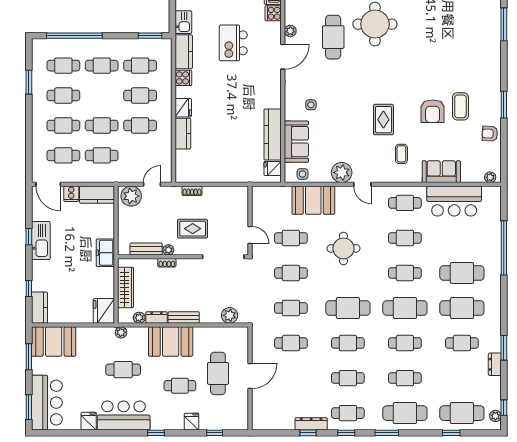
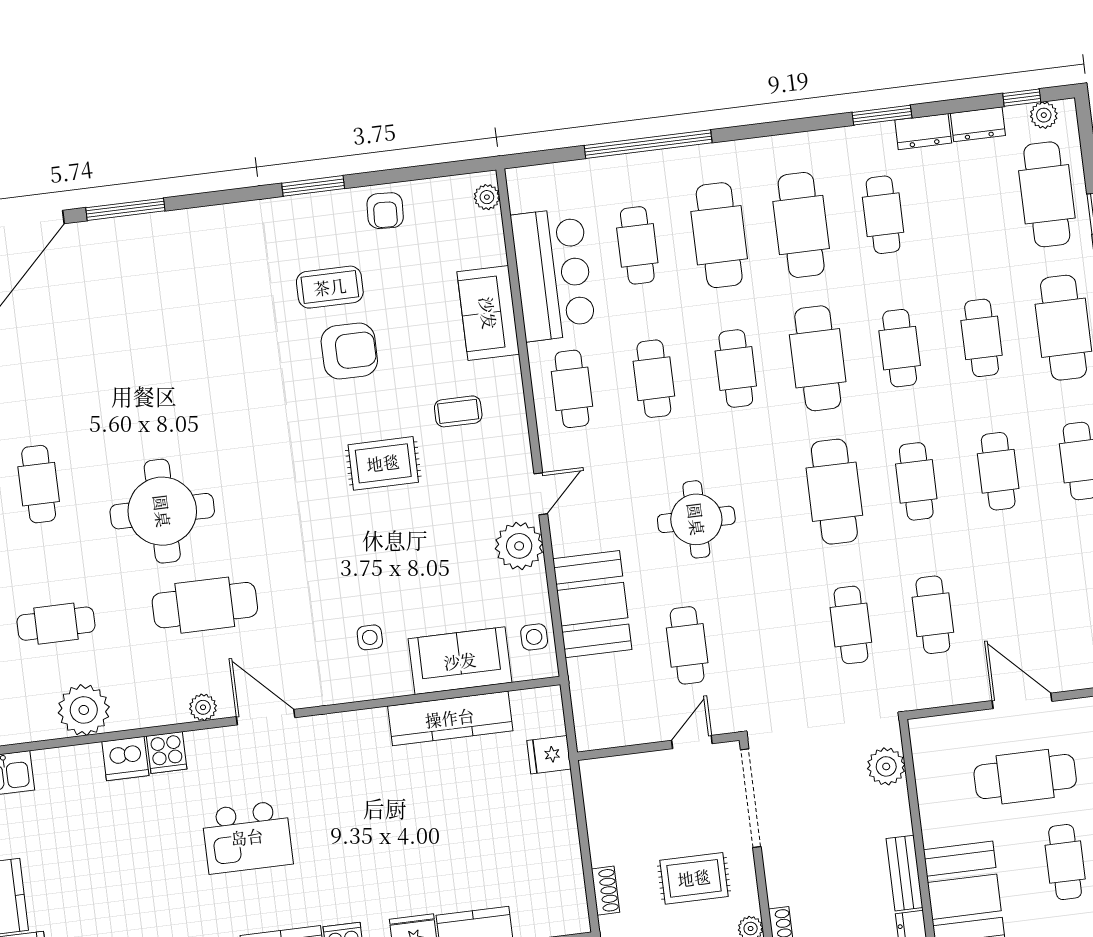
fridge: (273, 168) -> (549, 755), moved, turned 90
rug: (193, 229) -> (694, 878), turned 90
cafe table: (291, 273) -> (637, 245), moved
dresser: (495, 388) -> (978, 124), added

